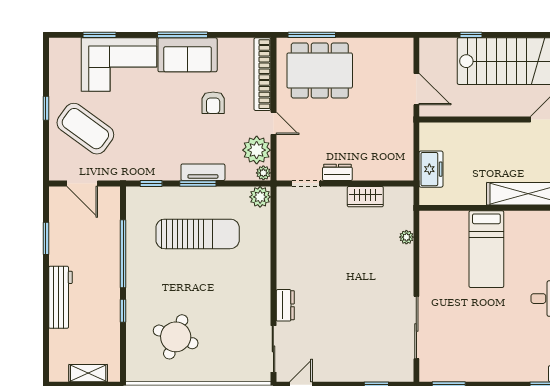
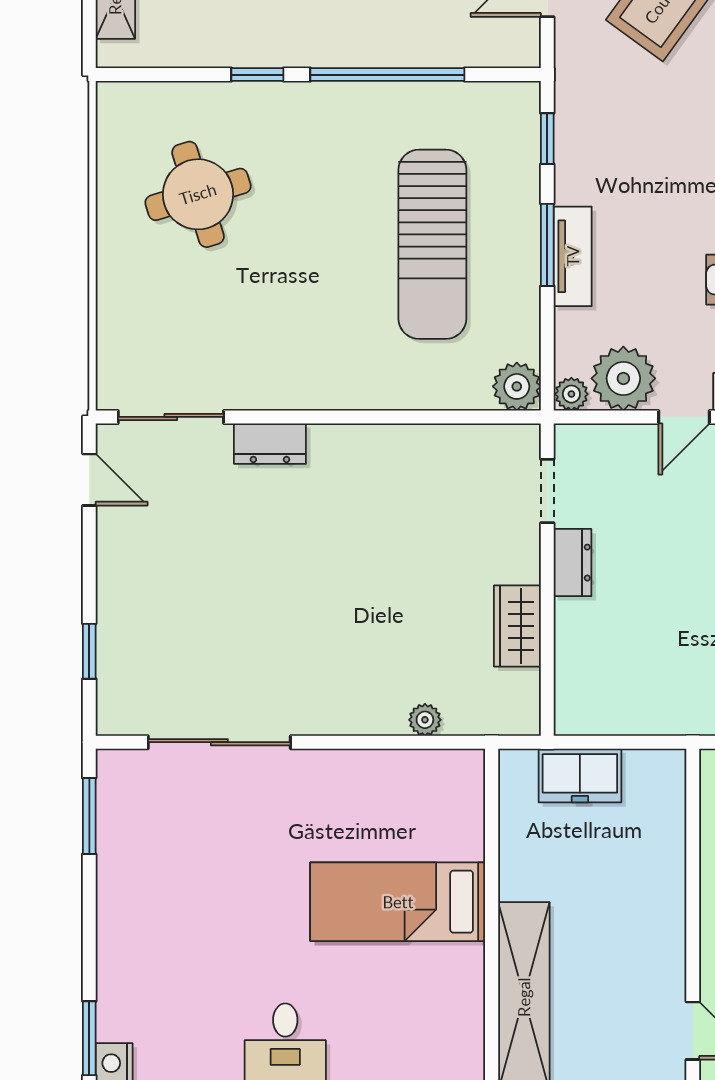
round table: (176, 337) -> (198, 194), turned -38

